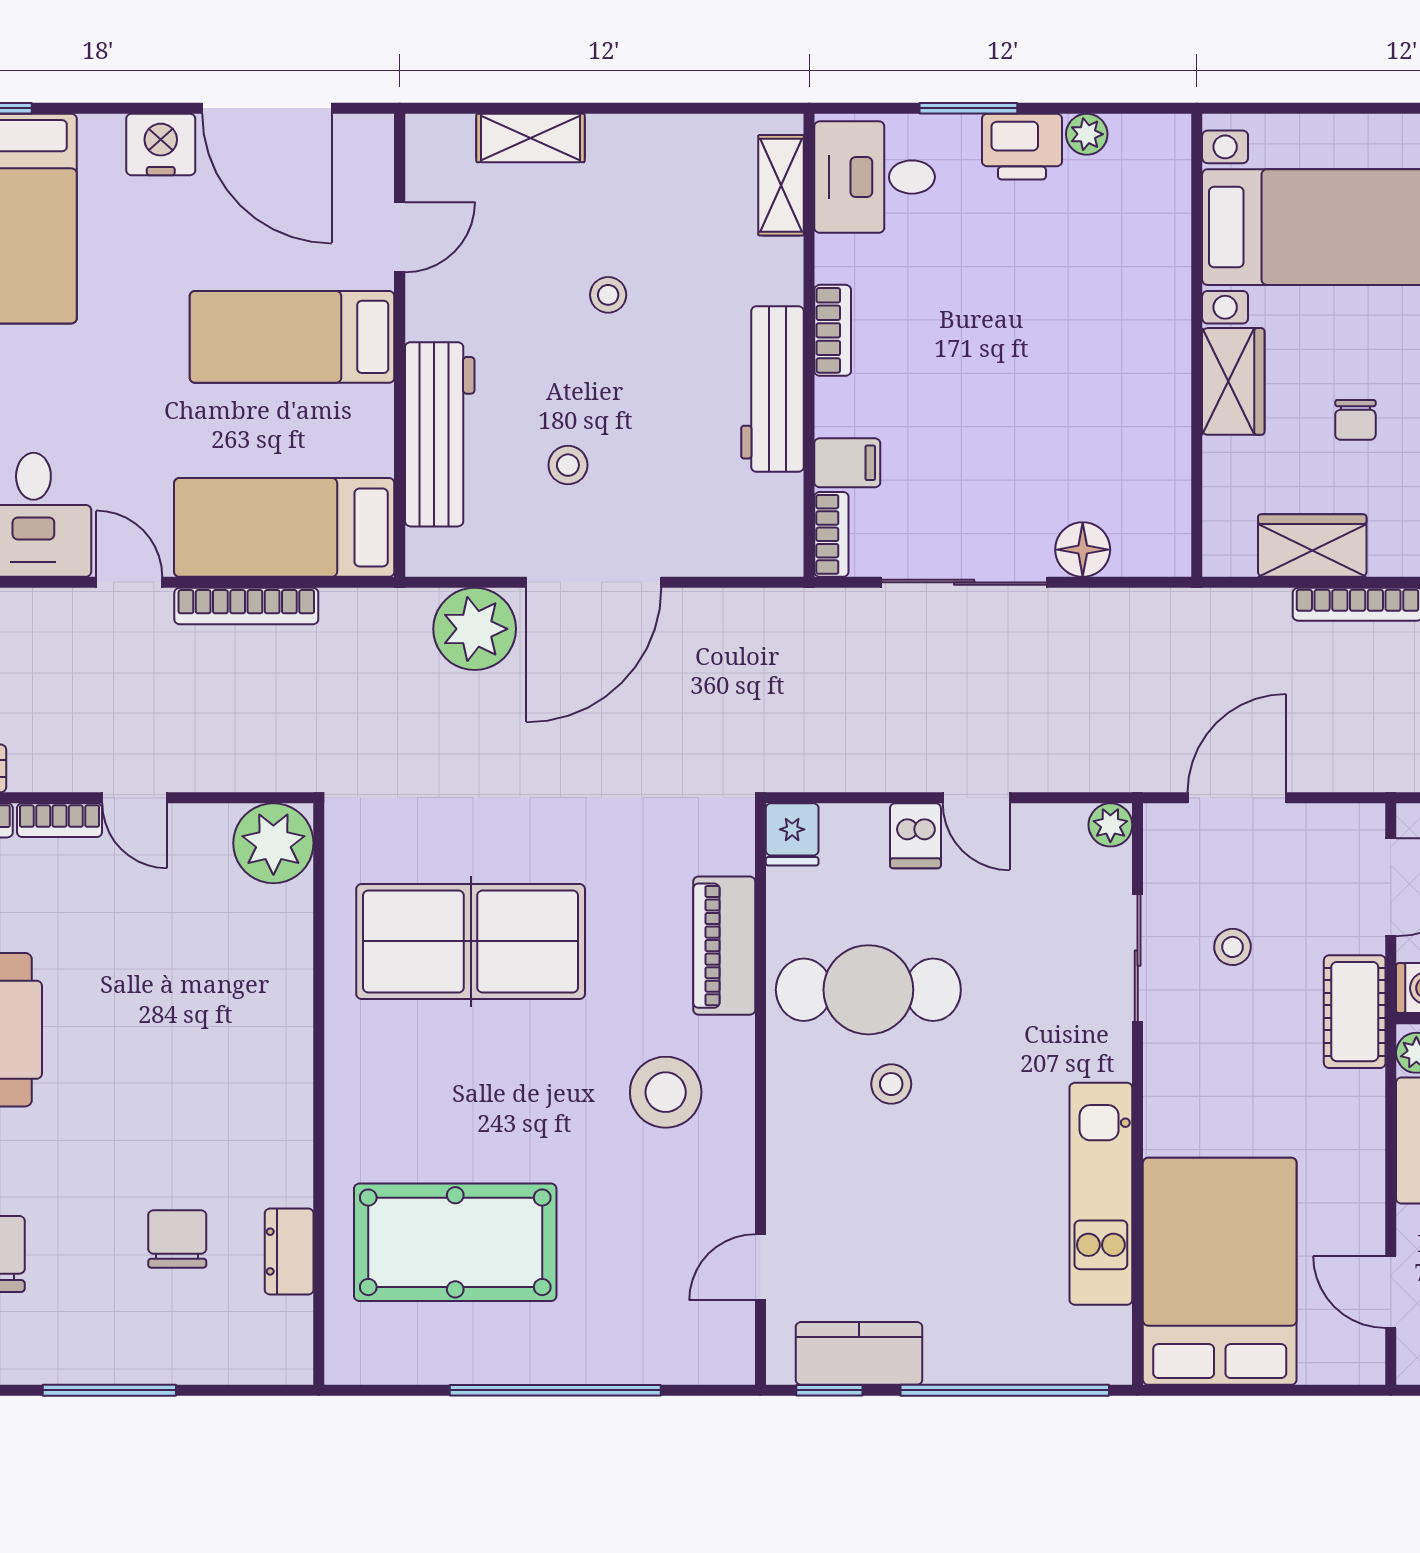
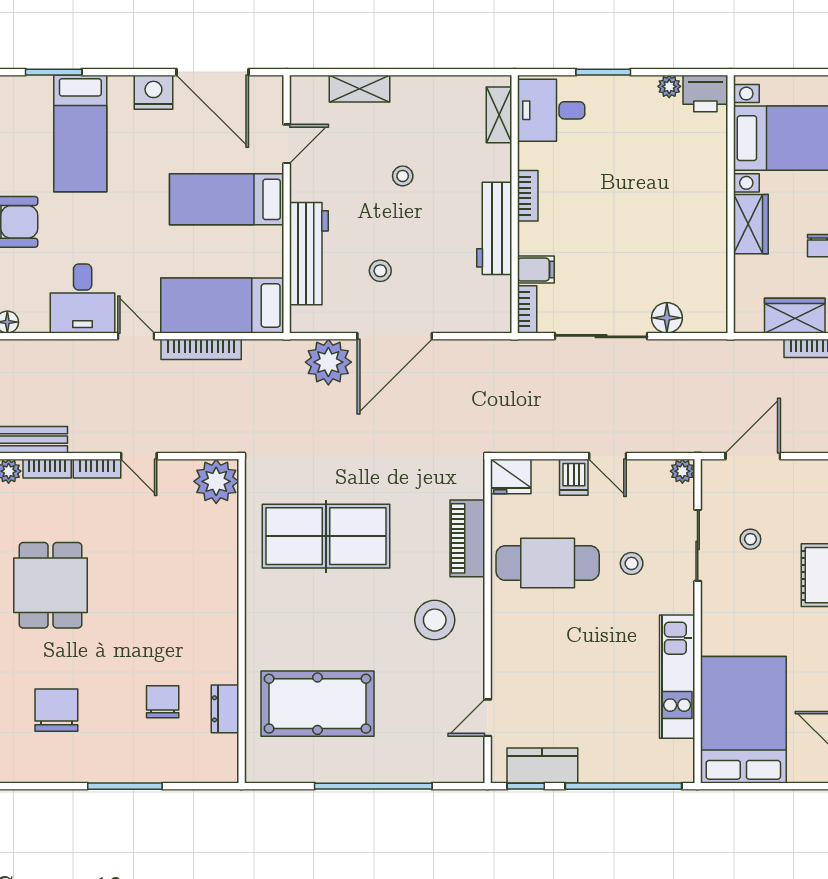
printer: (1022, 147) -> (705, 93), moved
fridge: (792, 834) -> (511, 476), width x1.38
stool: (891, 1084) -> (632, 563), moved

